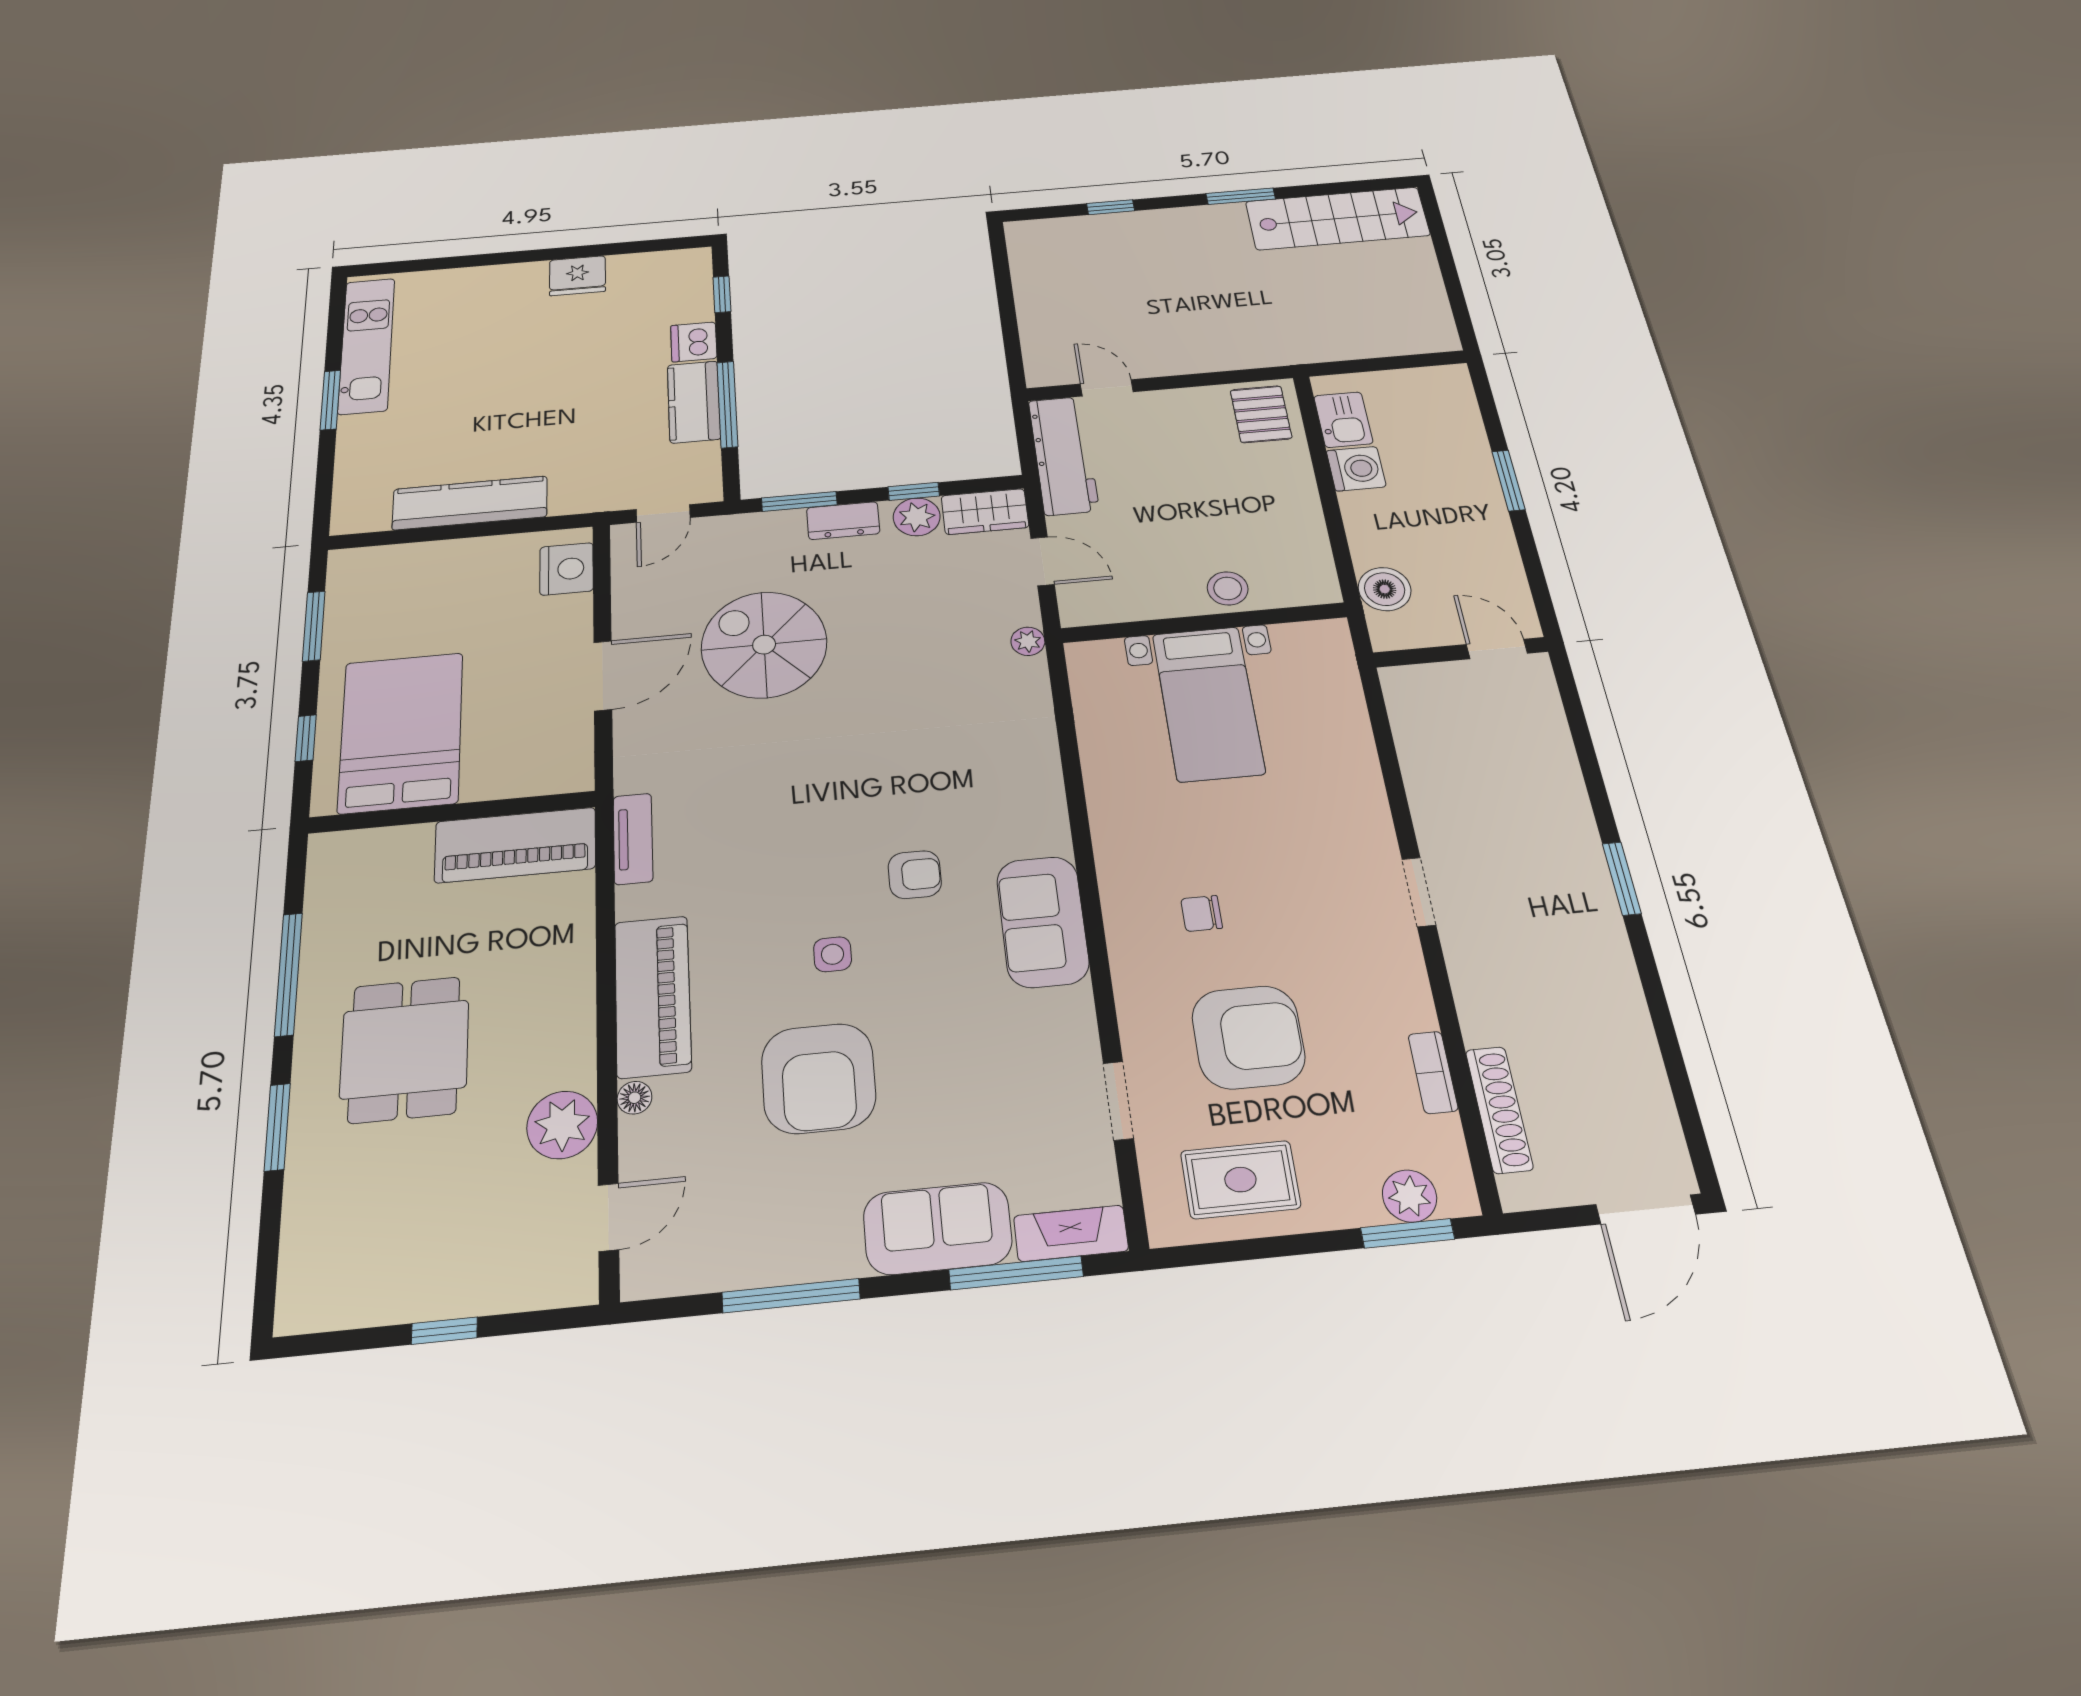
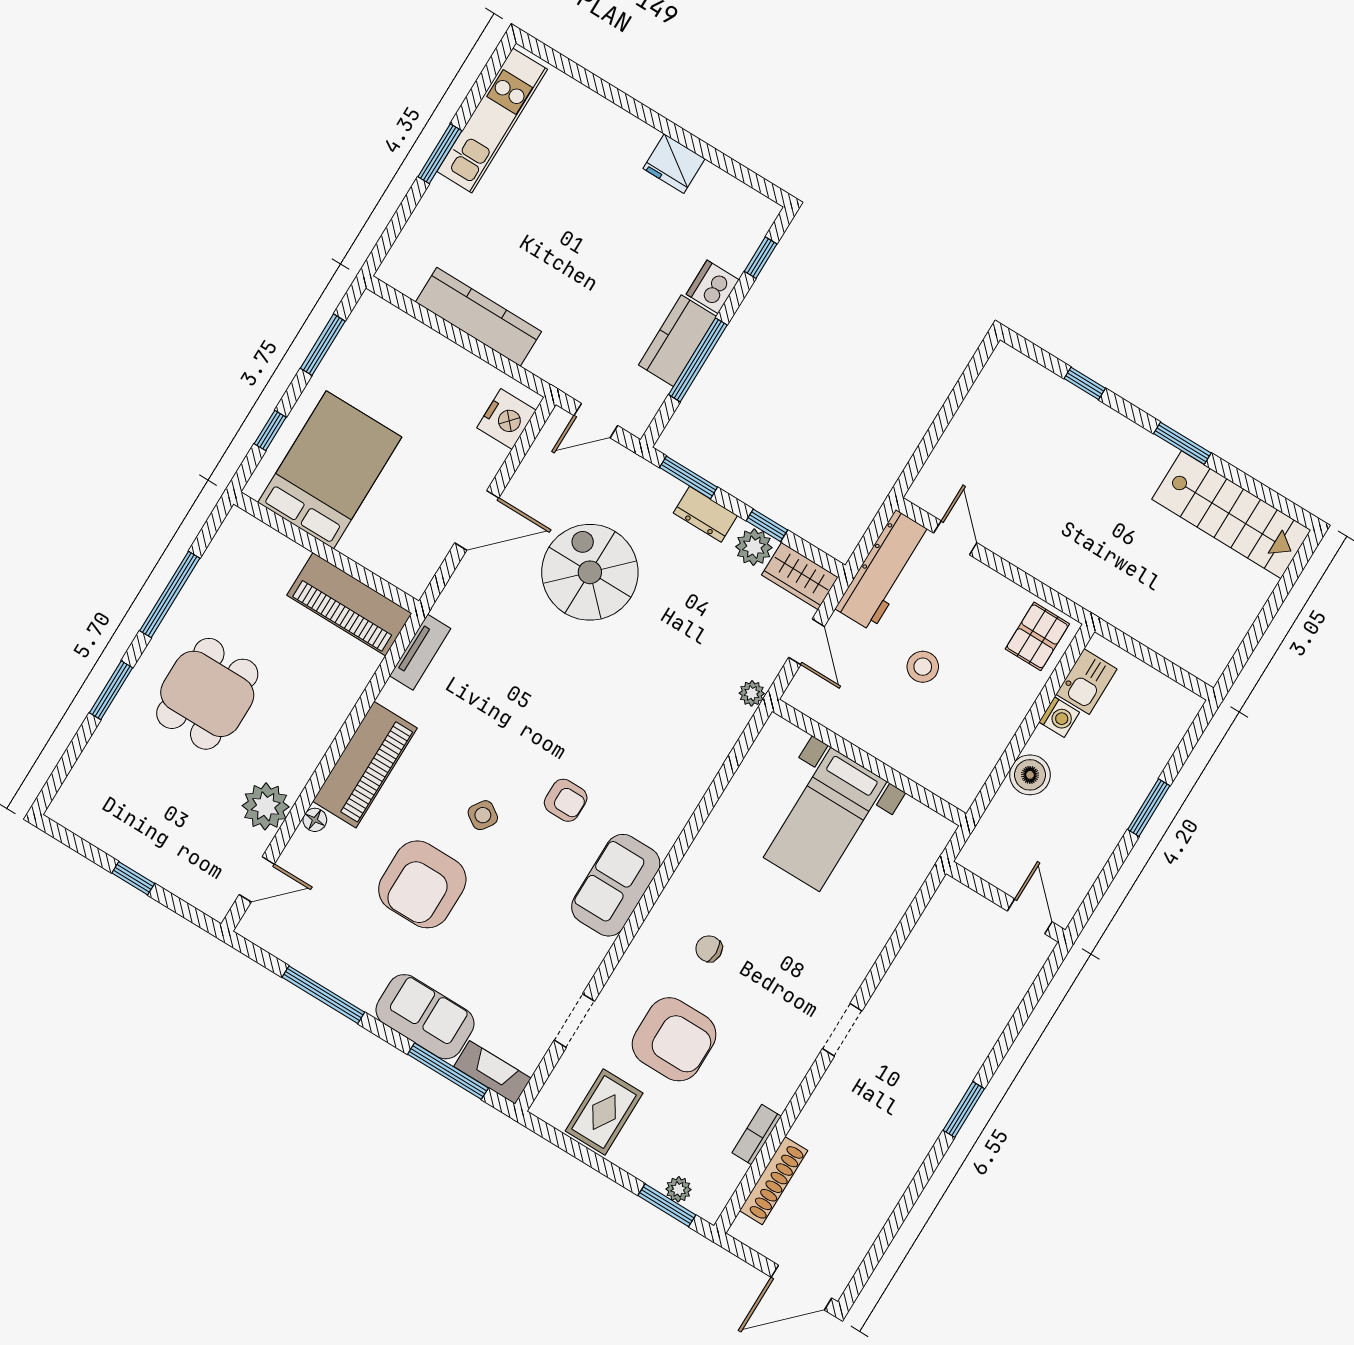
washing machine: (1356, 469) -> (1059, 717), width x0.73, depth x0.73
stool: (1228, 588) -> (923, 667), moved
boiler: (1385, 589) -> (1030, 775), moved
side table: (832, 954) -> (483, 815), turned 34
rug: (1240, 1180) -> (604, 1112), turned 90
plant: (1410, 1196) -> (678, 1189), width x0.73, depth x0.73

